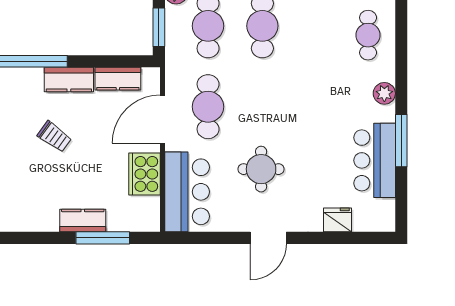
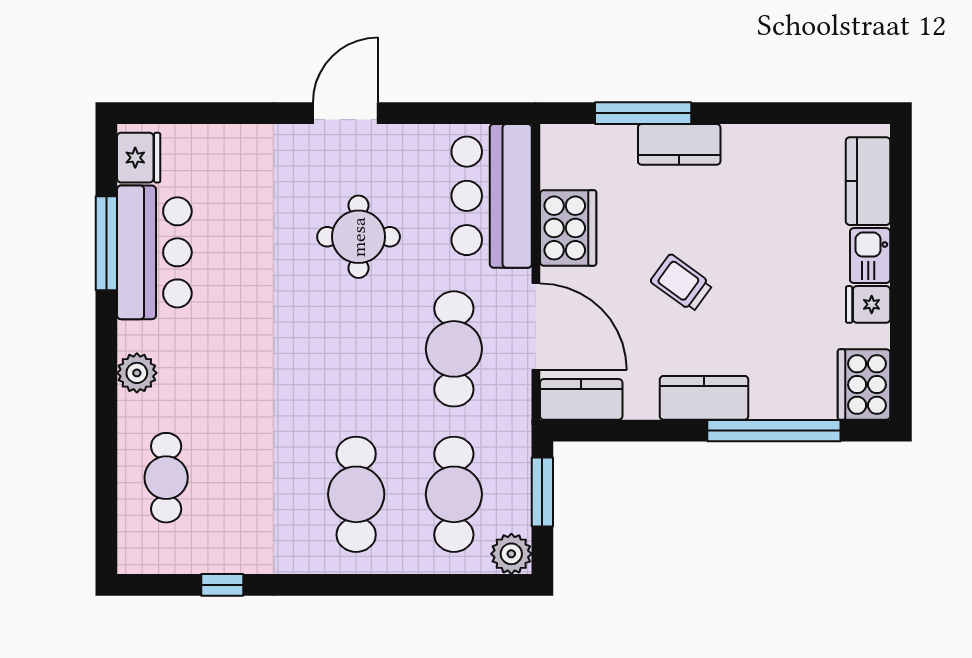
kitchen counter: (118, 79) -> (581, 399), moved
door: (162, 119) -> (536, 327), hinge flipped
trolley: (54, 137) -> (681, 283), moved
window: (401, 141) -> (106, 243), moved
fridge: (338, 220) -> (139, 158), moved, turned -90

